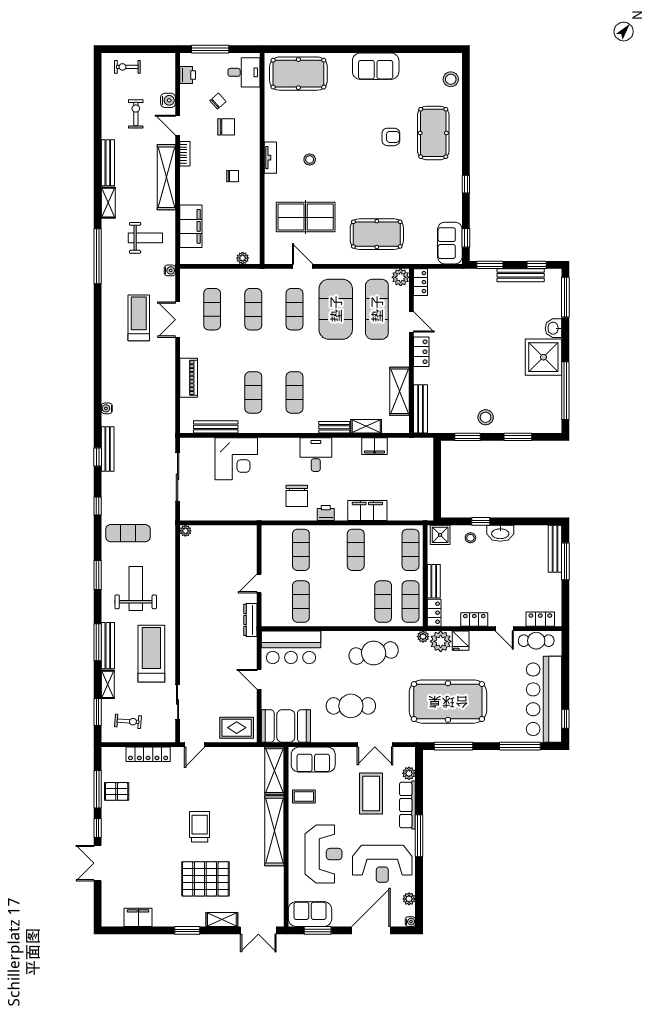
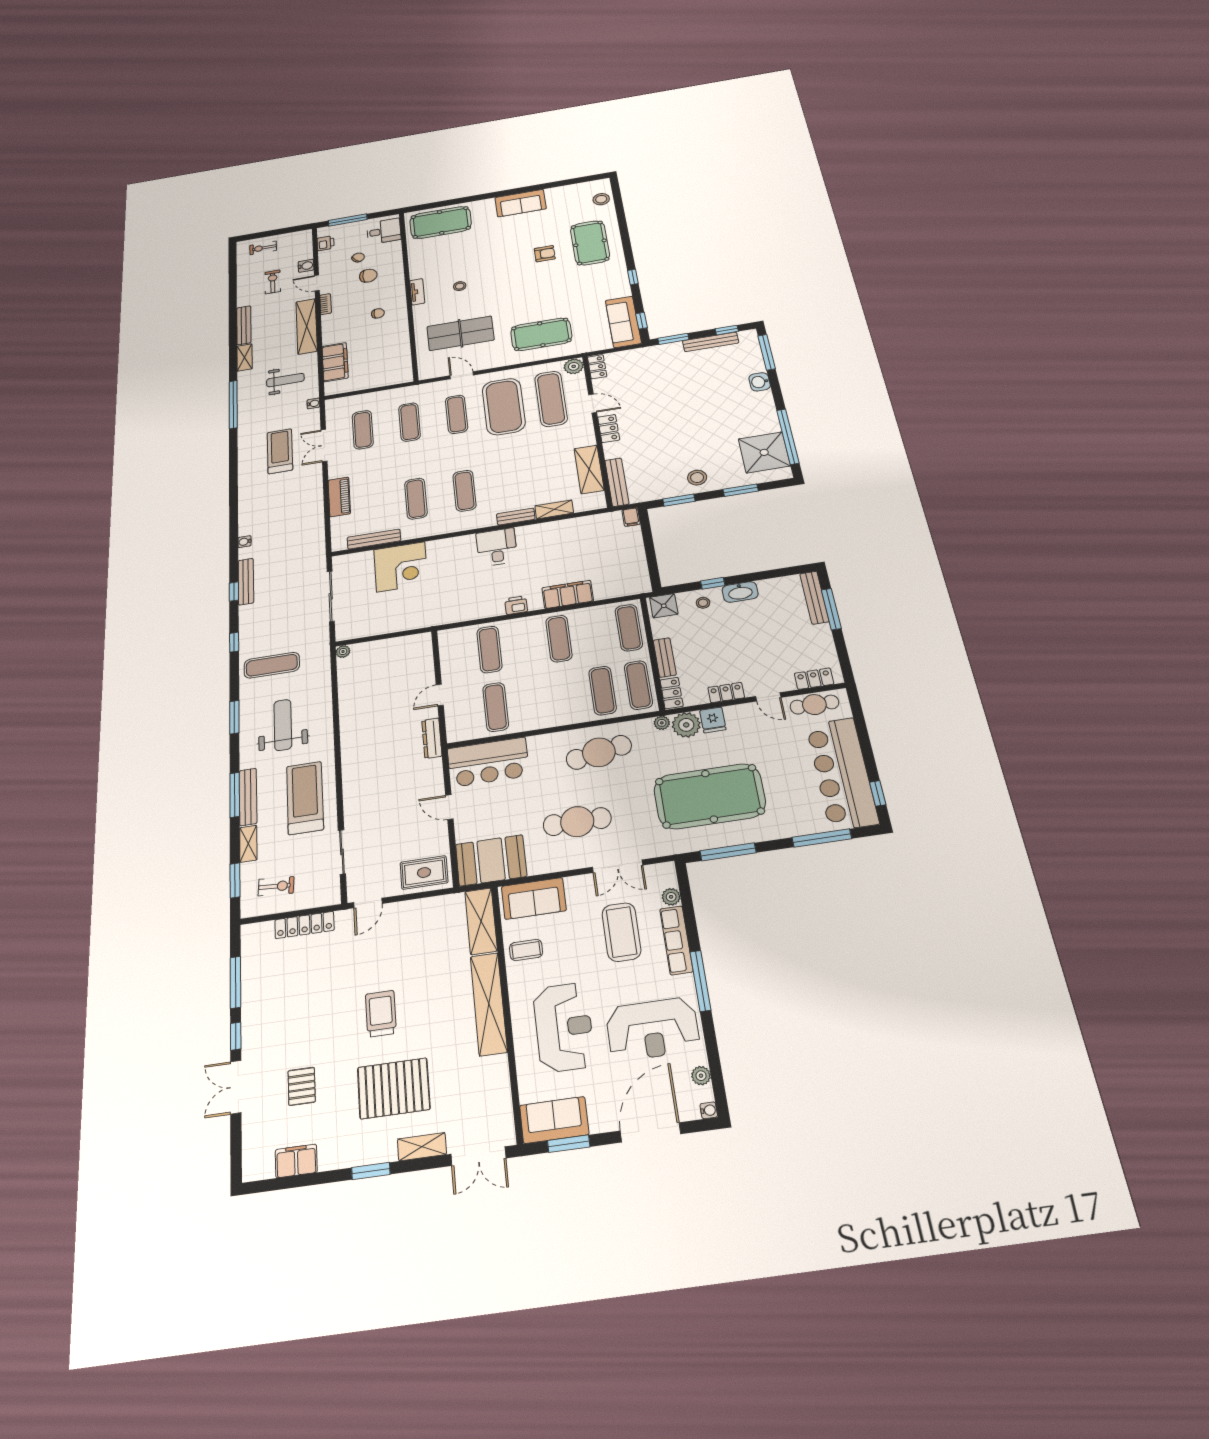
sofa: (450, 243) -> (623, 322), width x1.36
plant: (243, 258) -> (394, 379), removed
shower: (543, 357) -> (764, 452), moved
filing cabinet: (375, 446) -> (631, 517), moved, width x0.50
chair: (297, 496) -> (478, 593), removed
pallet: (117, 791) -> (302, 1086), moved, turned 90

